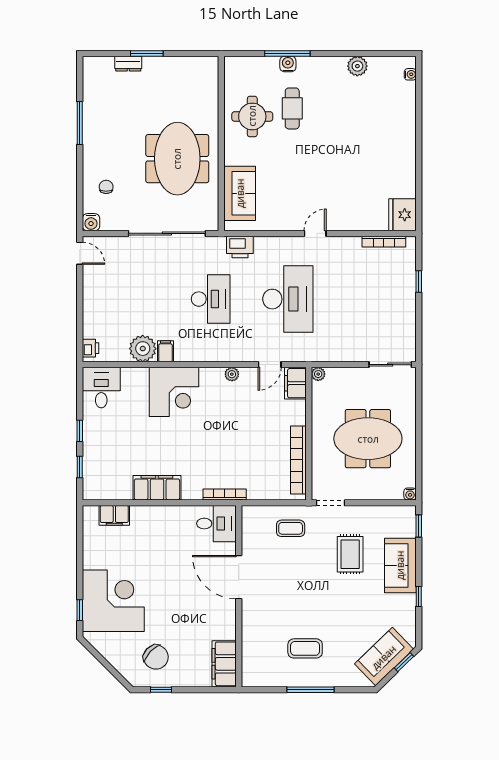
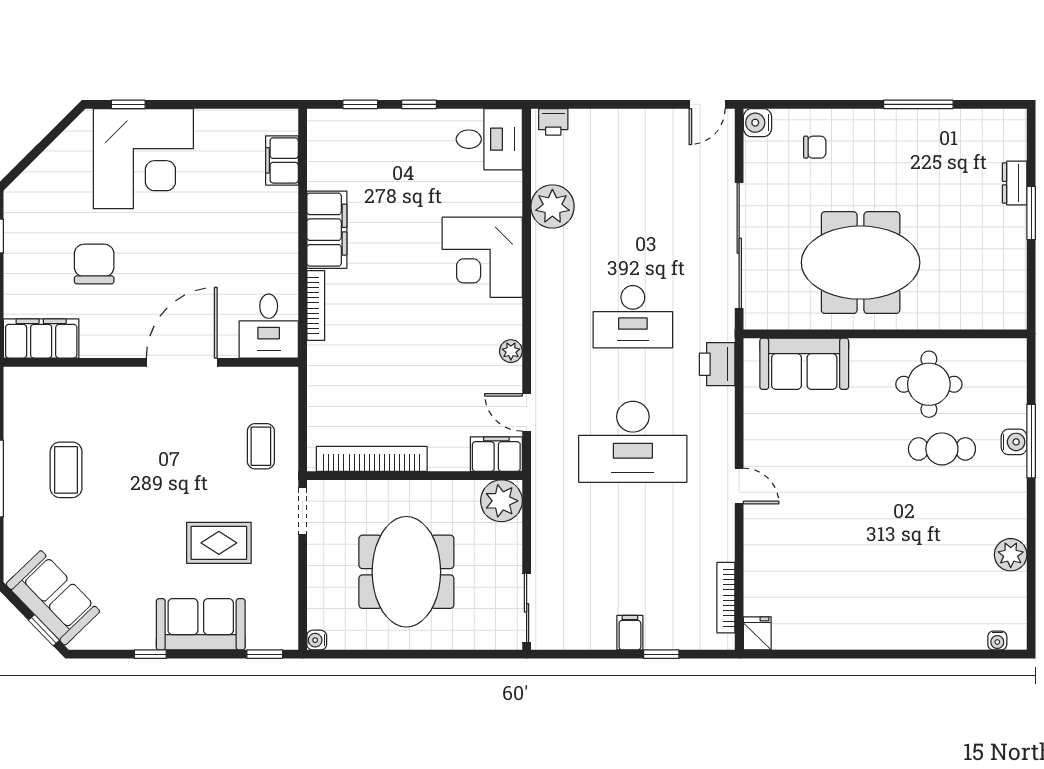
fridge: (402, 215) -> (757, 633), width x0.53, depth x0.75
filing cabinet: (165, 351) -> (630, 633), moved, turned -90
plant: (318, 374) -> (501, 501), width x1.88, depth x1.88
bookcase: (225, 494) -> (316, 305), moved
chair: (156, 657) -> (94, 264), moved, turned 136

